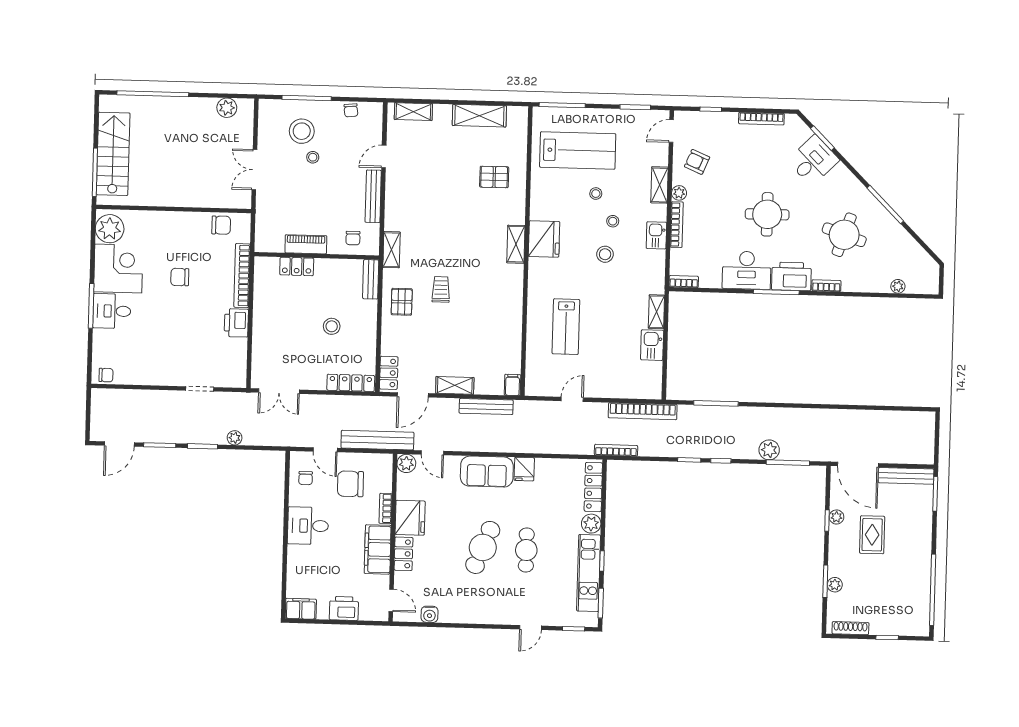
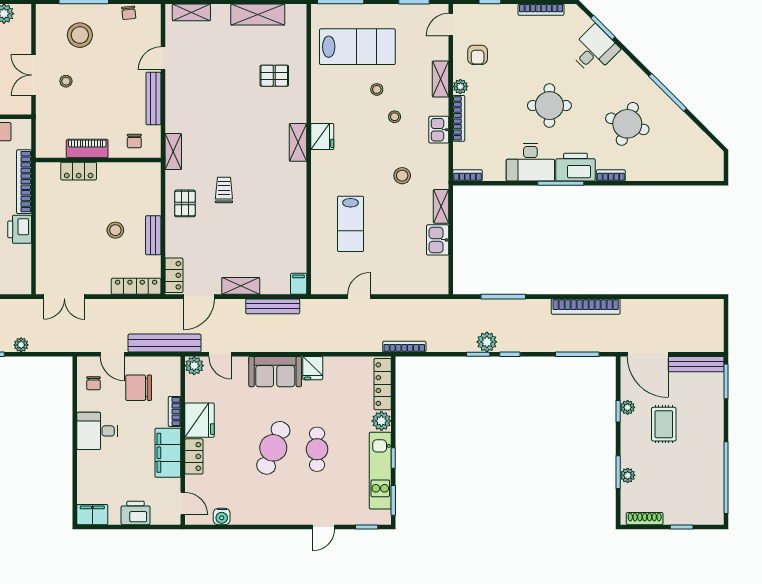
stool: (313, 157) -> (66, 81), moved
armchair: (697, 162) -> (478, 55), turned -113
fridge: (544, 239) -> (322, 136), width x0.73, depth x0.75
stool: (605, 254) -> (402, 176), moved
bench: (371, 279) -> (153, 235), moved
plant: (898, 286) -> (683, 174), removed
bookcase: (643, 411) -> (586, 307), moved
plant: (769, 450) -> (487, 342), moved

